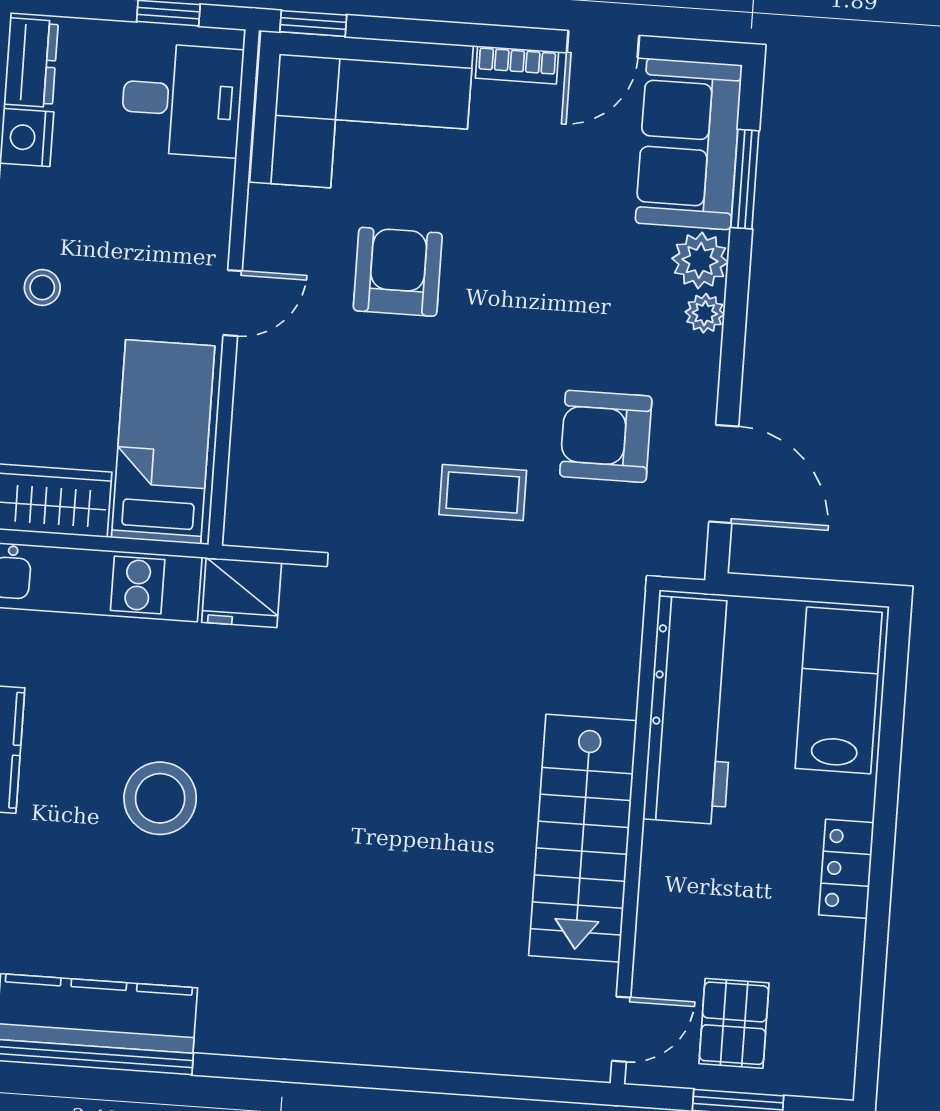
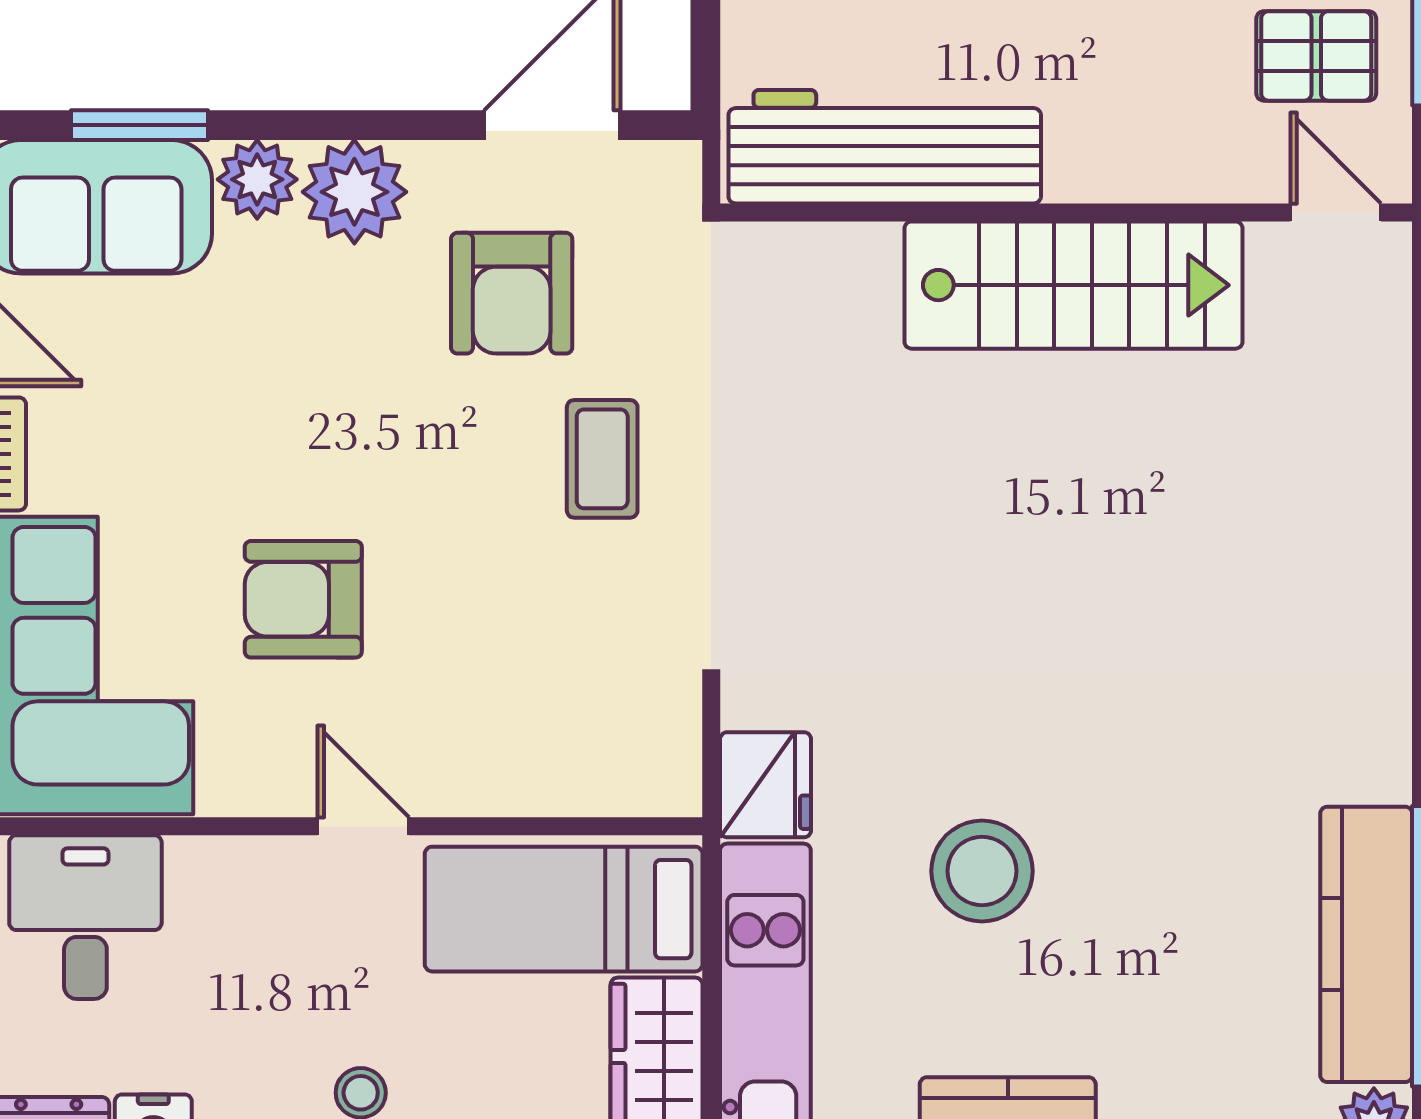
plant: (705, 313) -> (354, 192), width x1.88, depth x1.88
stool: (160, 798) -> (982, 871), moved

